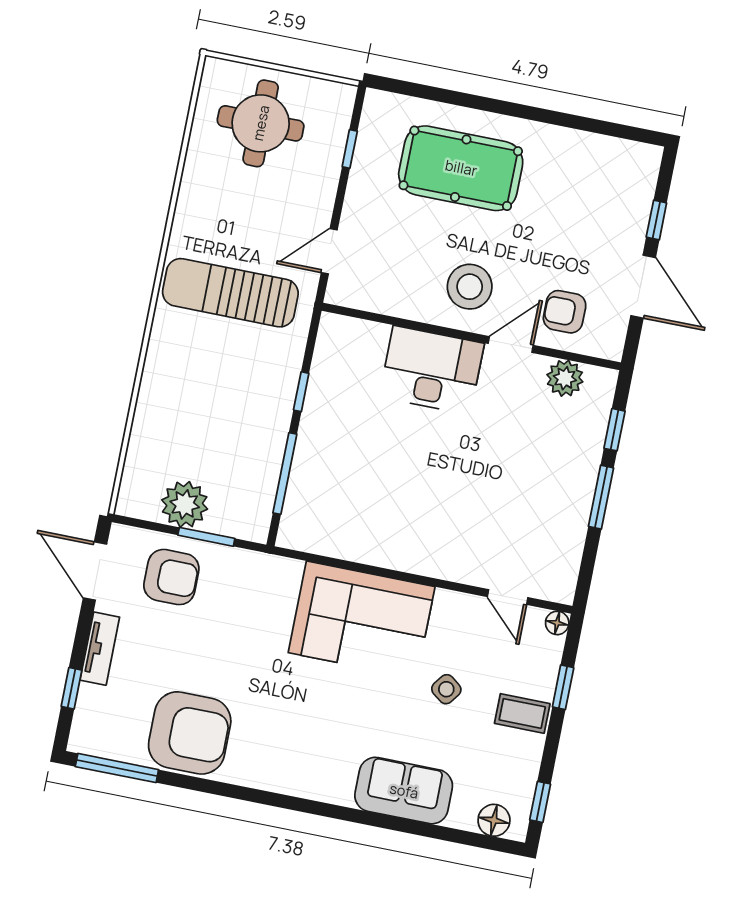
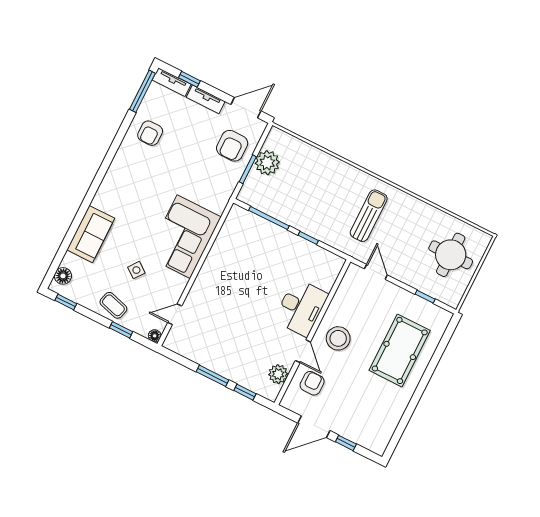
sun lounger: (230, 293) -> (369, 216), width x0.73, depth x0.75
coffee table: (522, 713) -> (113, 305), turned -74
tv unit: (86, 719) -> (172, 82), added
armchair: (190, 733) -> (150, 133), width x0.53, depth x0.53

